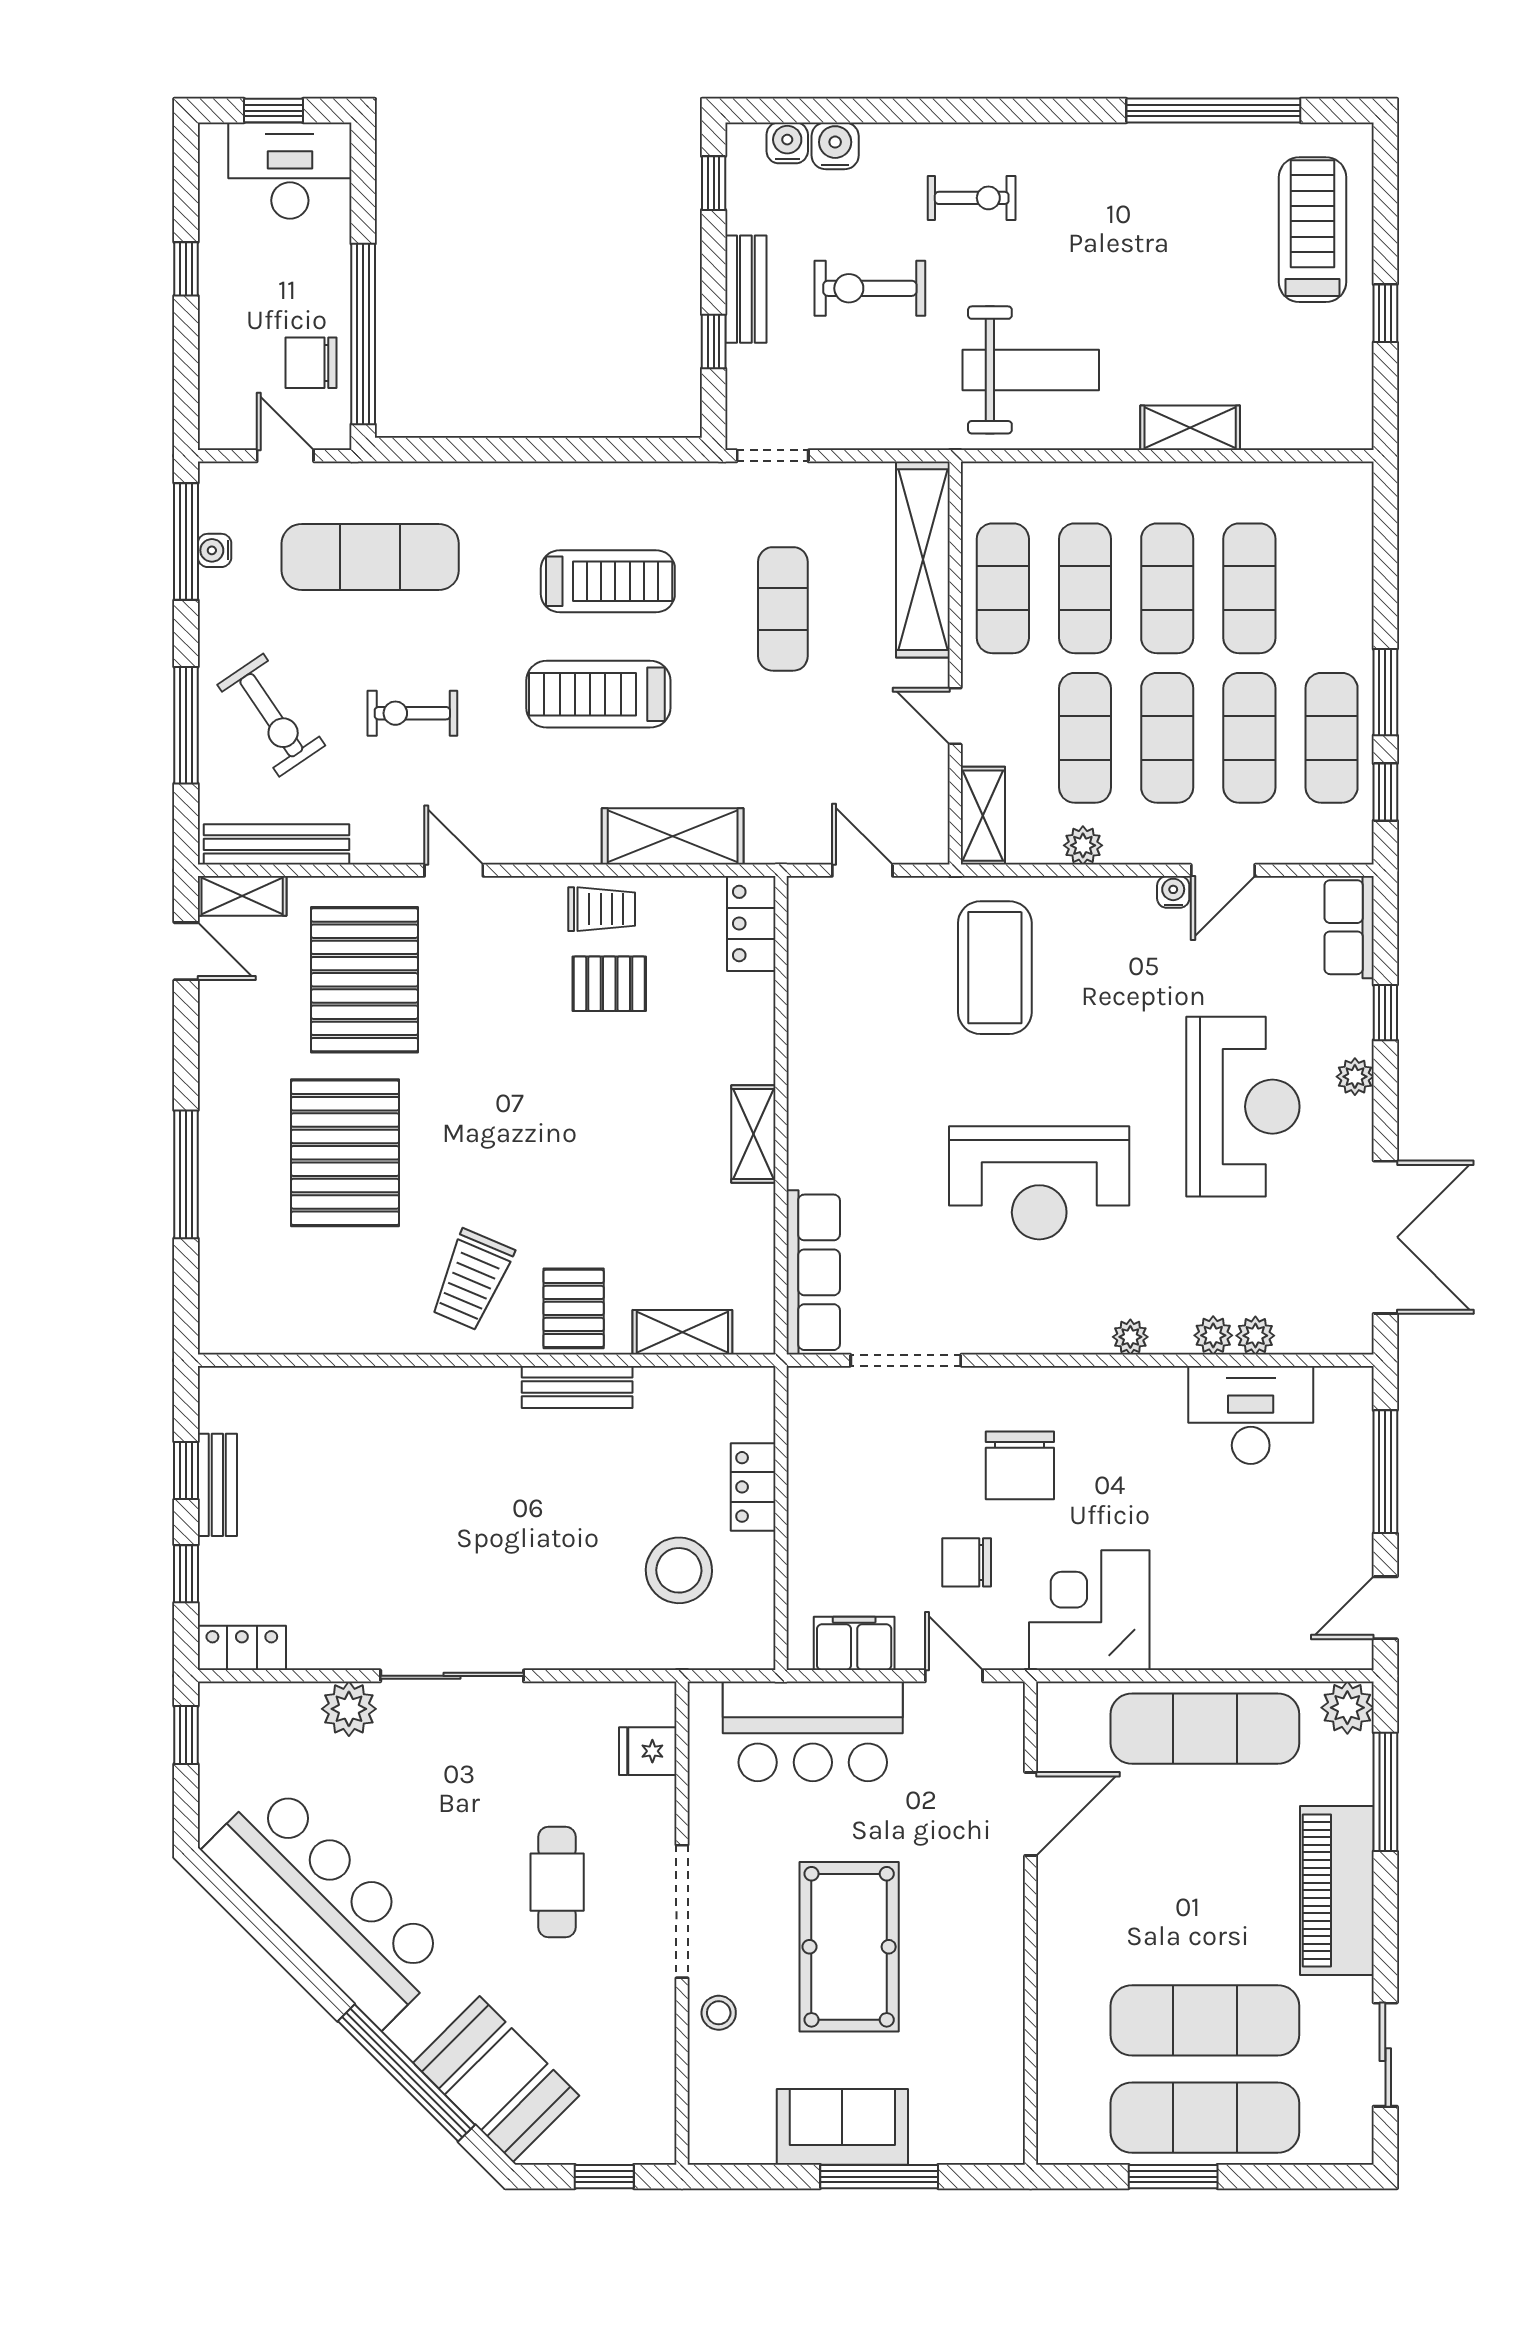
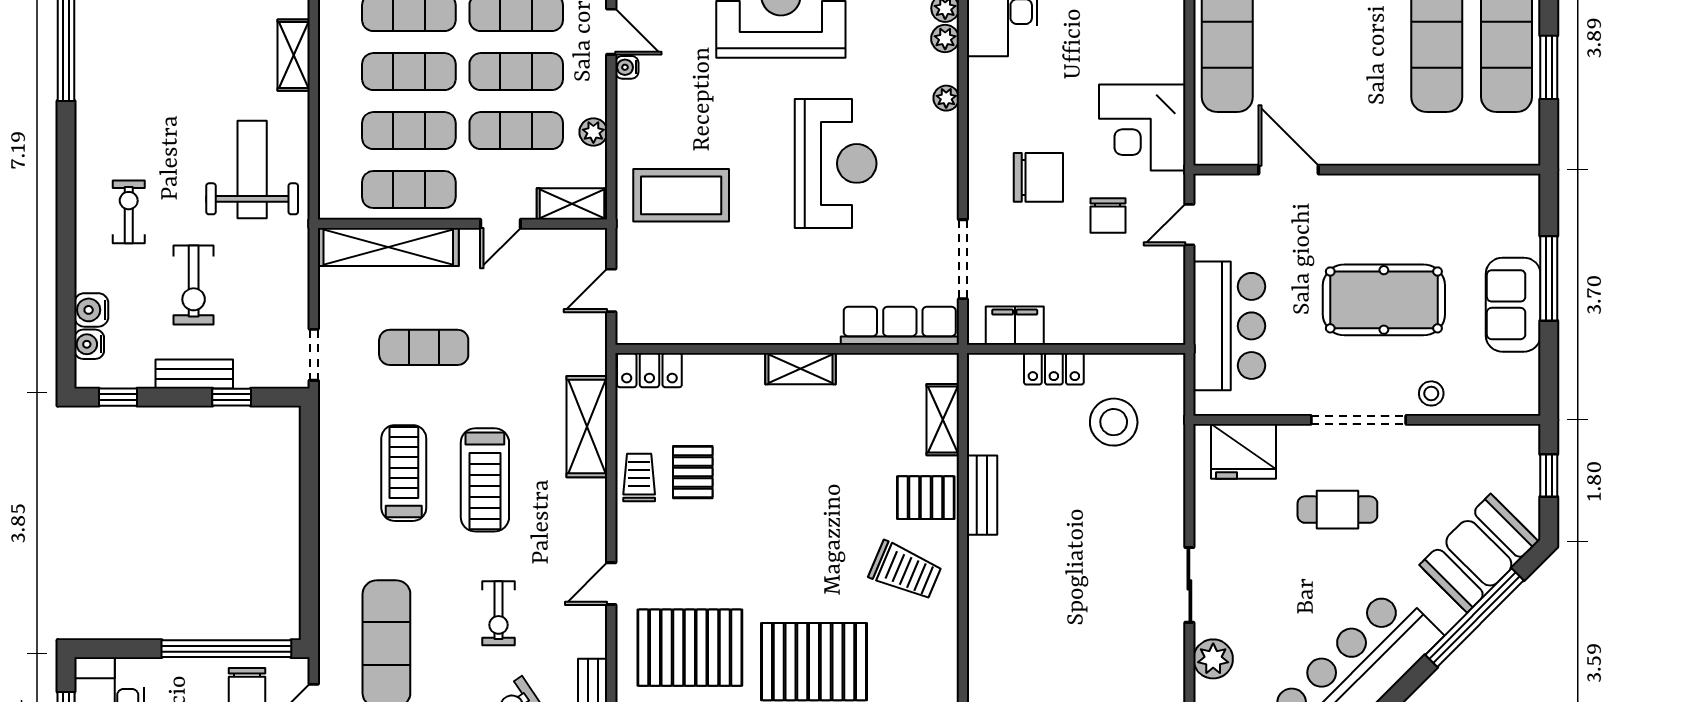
filing cabinet: (854, 1643) -> (1015, 326), moved, turned 90
sliding door: (452, 1676) -> (1189, 585), width x0.73
fridge: (648, 1751) -> (1243, 451), width x1.88, depth x1.34

